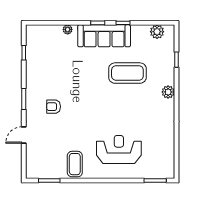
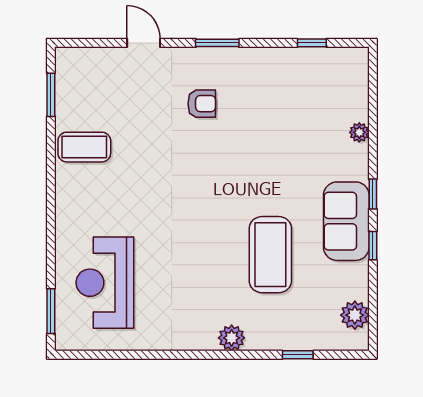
sofa: (104, 36) -> (346, 221), width x0.73
armchair: (54, 107) -> (202, 104), turned 90
reception desk: (119, 150) -> (105, 283), moved, turned 180

